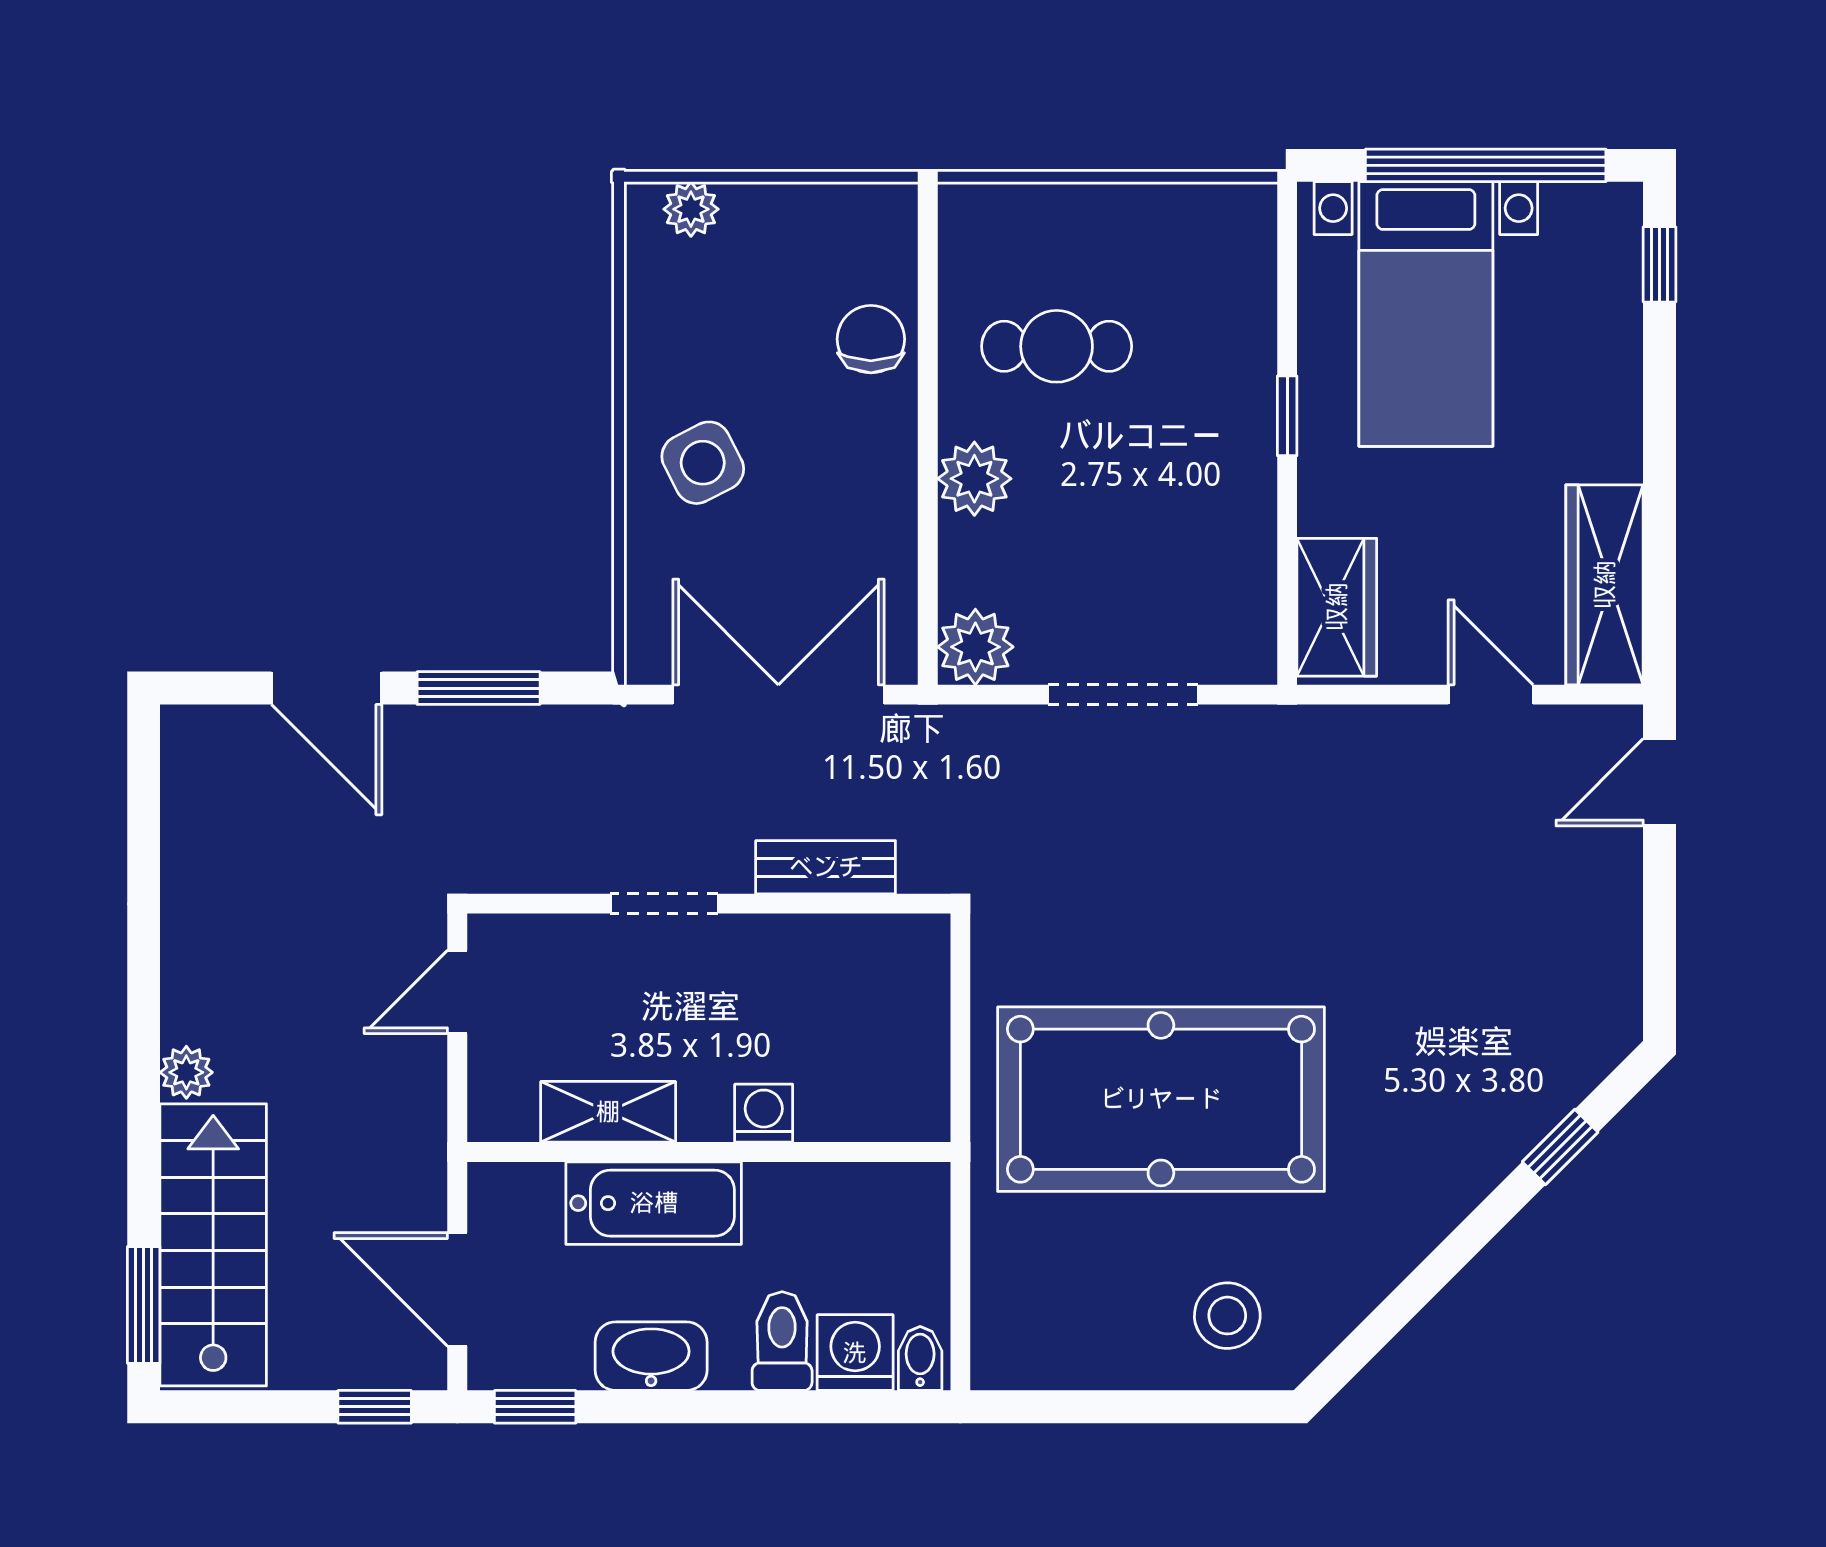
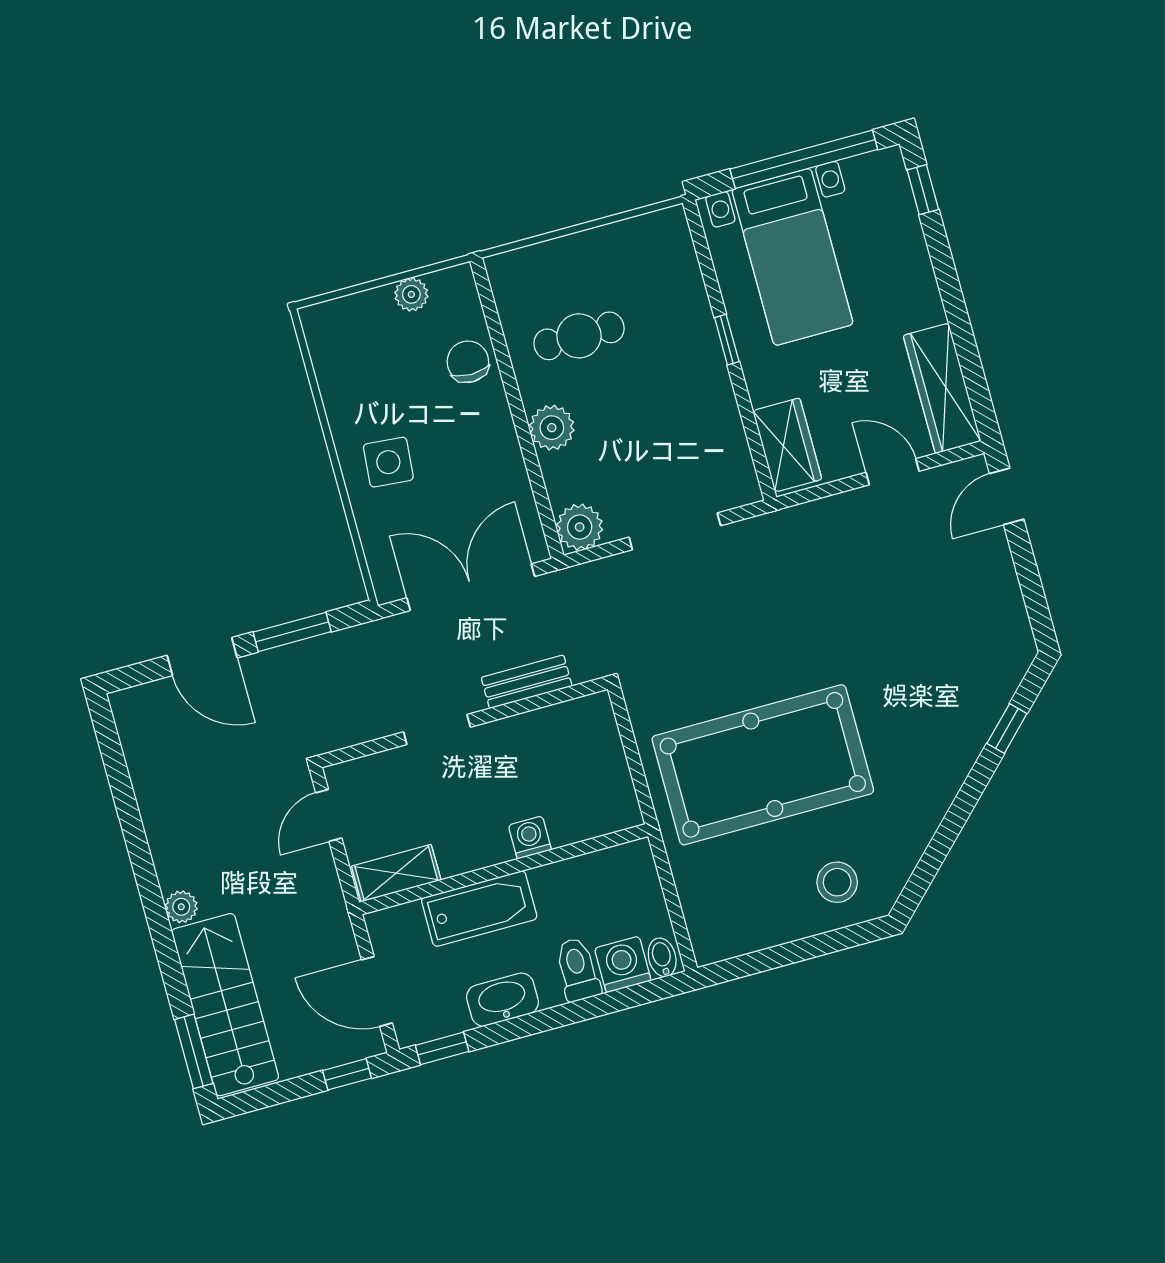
plant: (691, 209) -> (411, 294), moved
side table: (703, 463) -> (388, 462), turned 32
shelving: (608, 1112) -> (396, 873), moved

